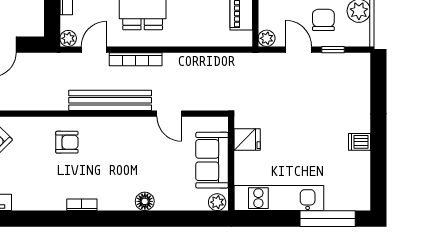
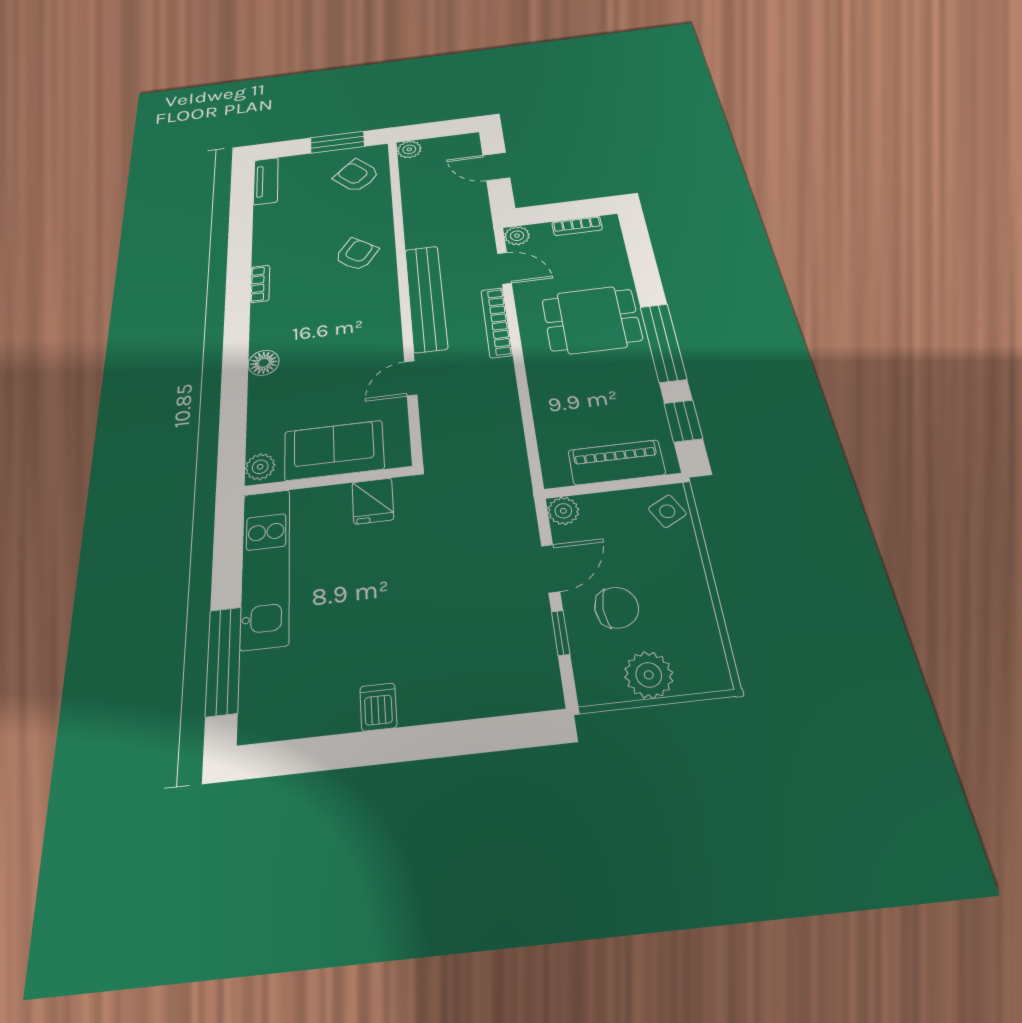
armchair: (67, 142) -> (356, 254), turned -145

